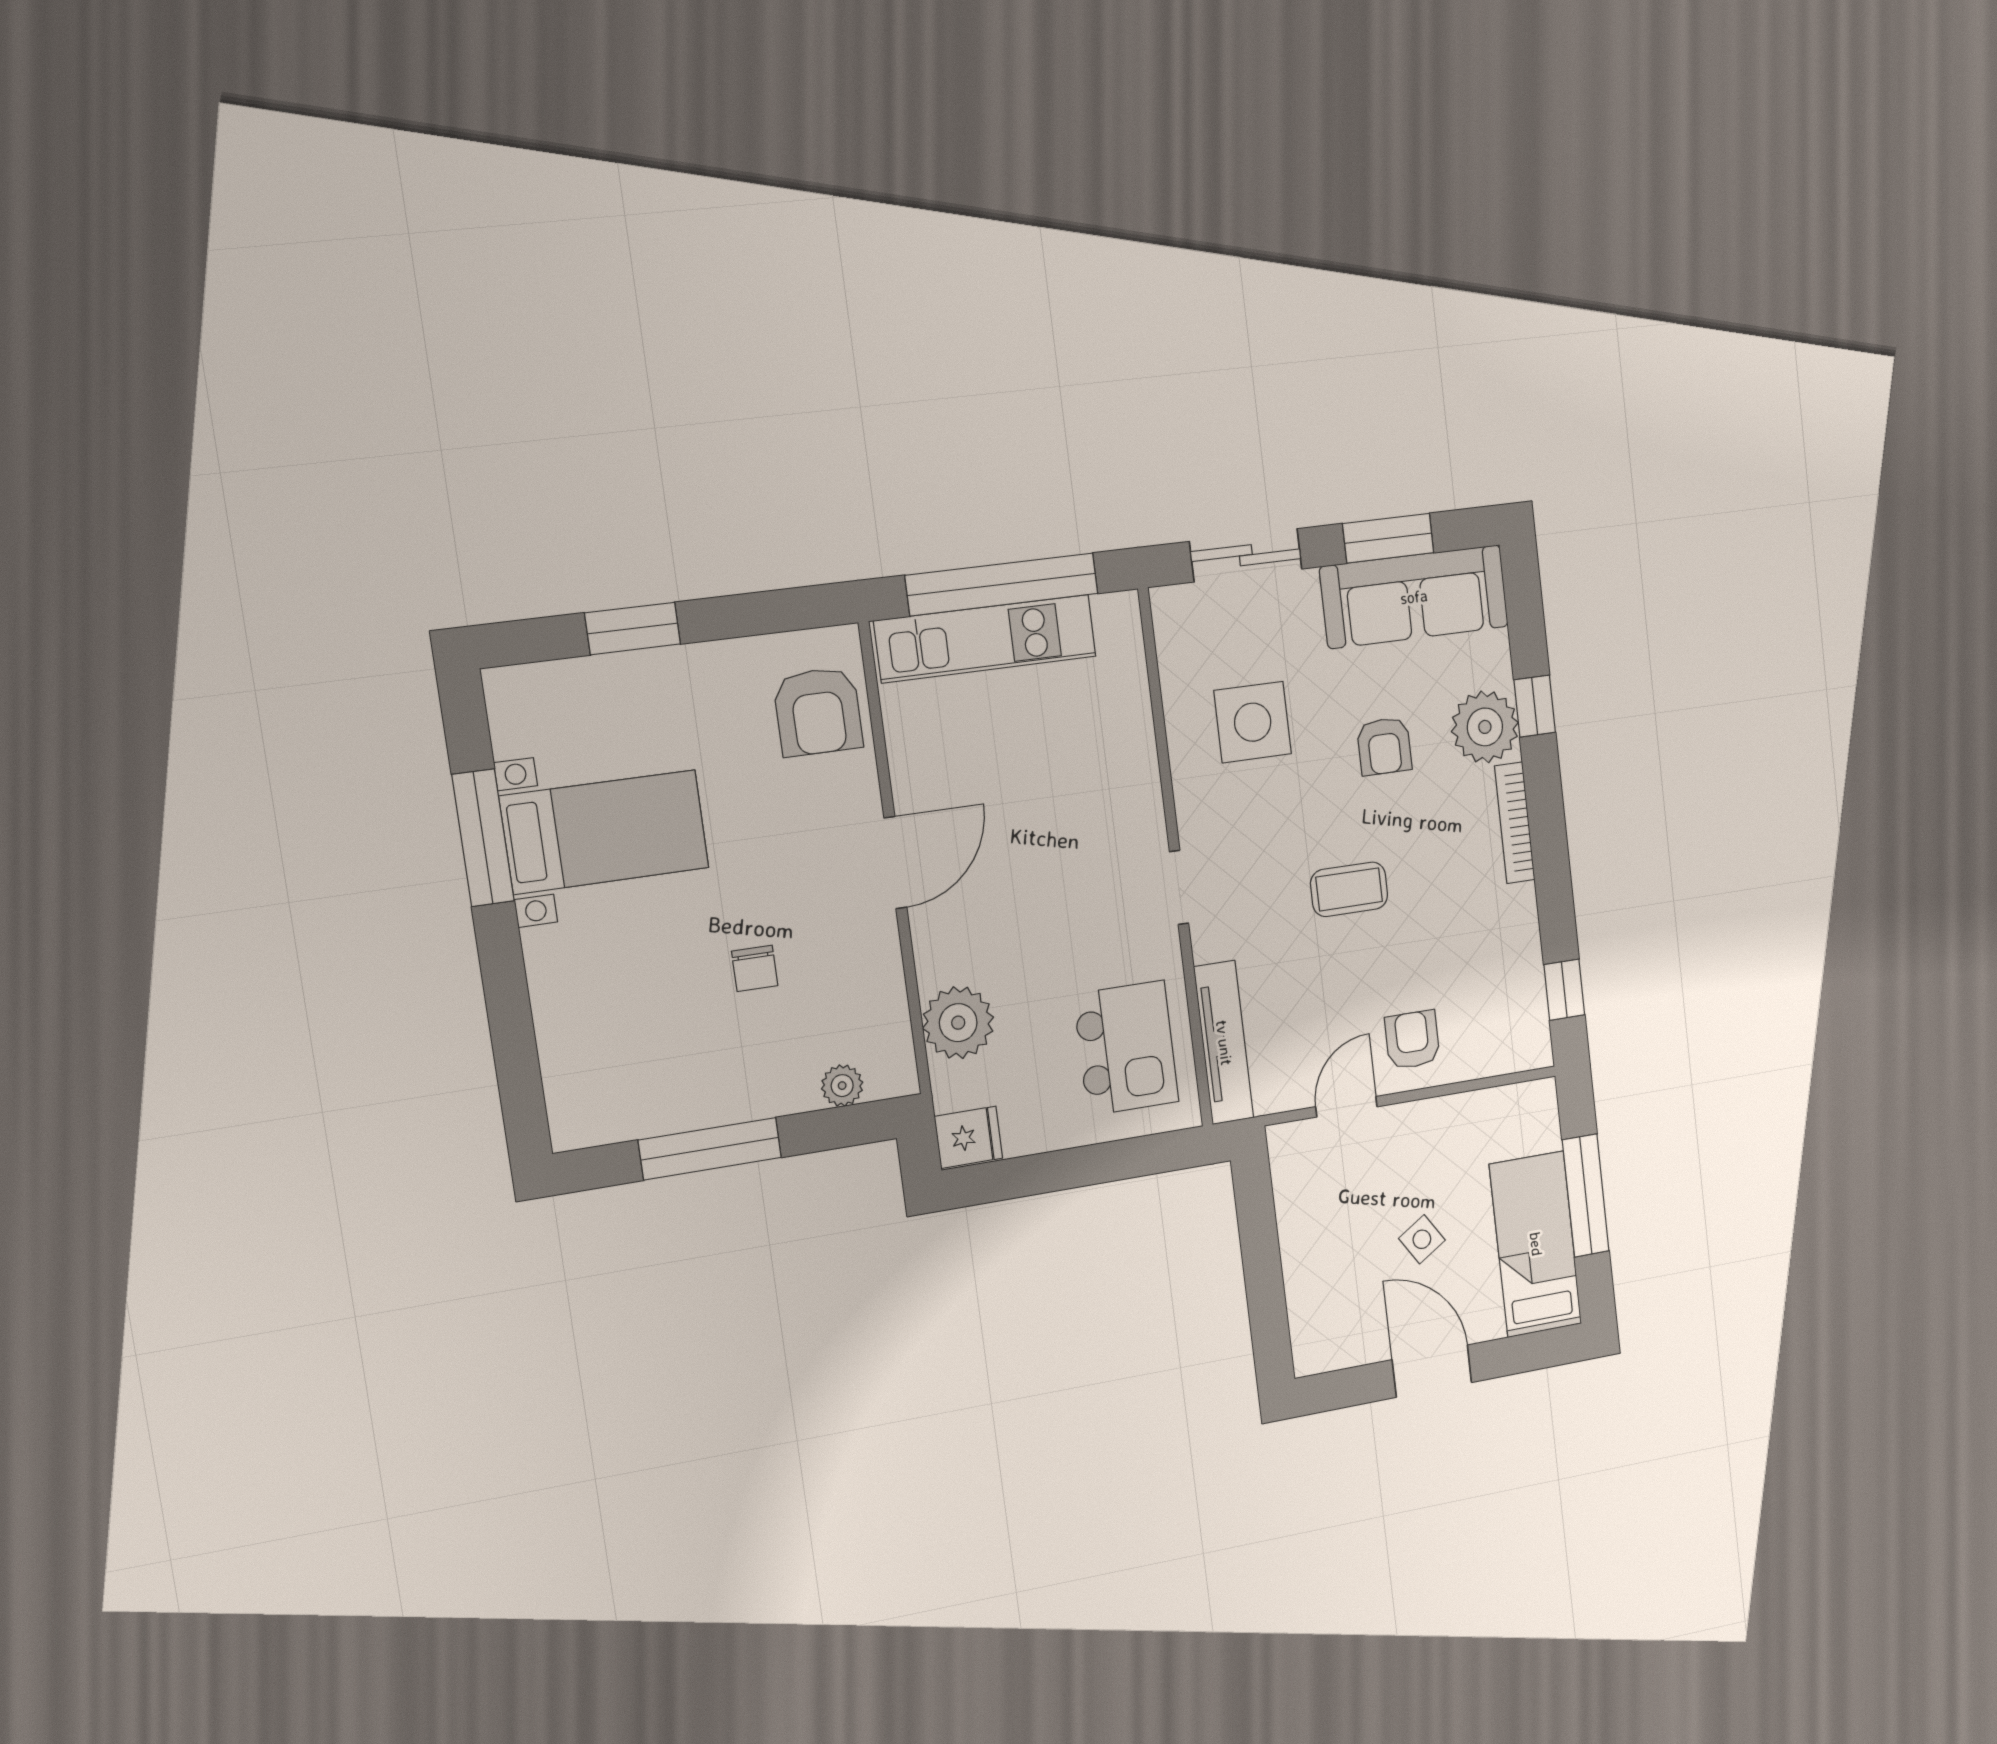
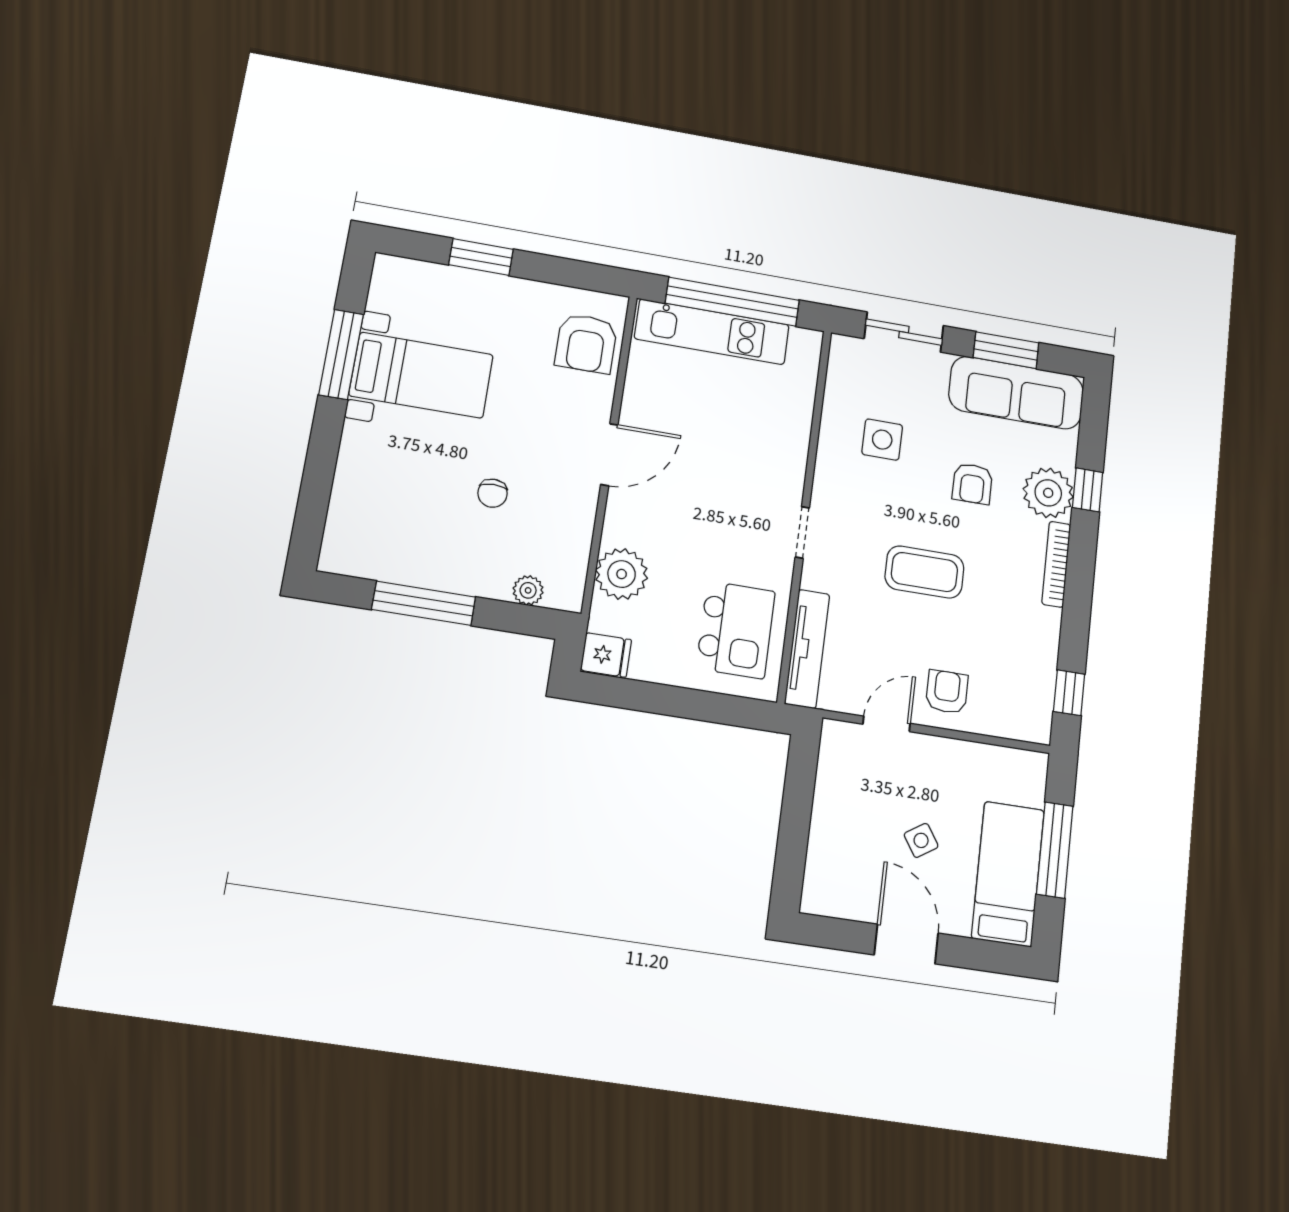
side table: (1253, 722) -> (882, 440), width x0.73, depth x0.73
coffee table: (1349, 889) -> (924, 572), width x1.36, depth x1.30

